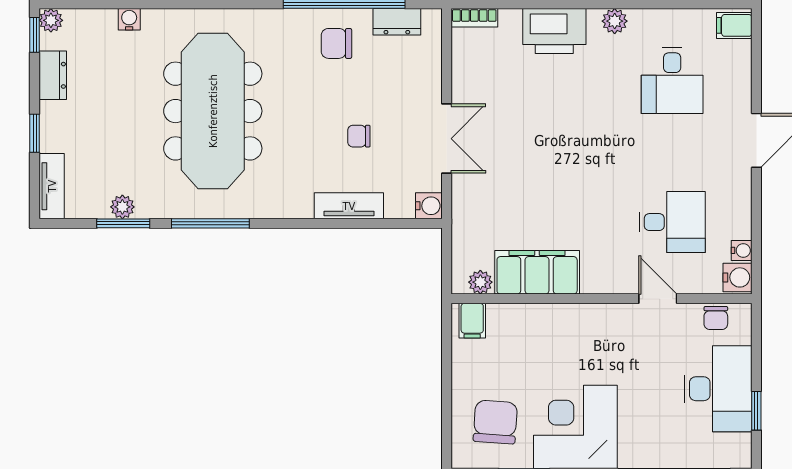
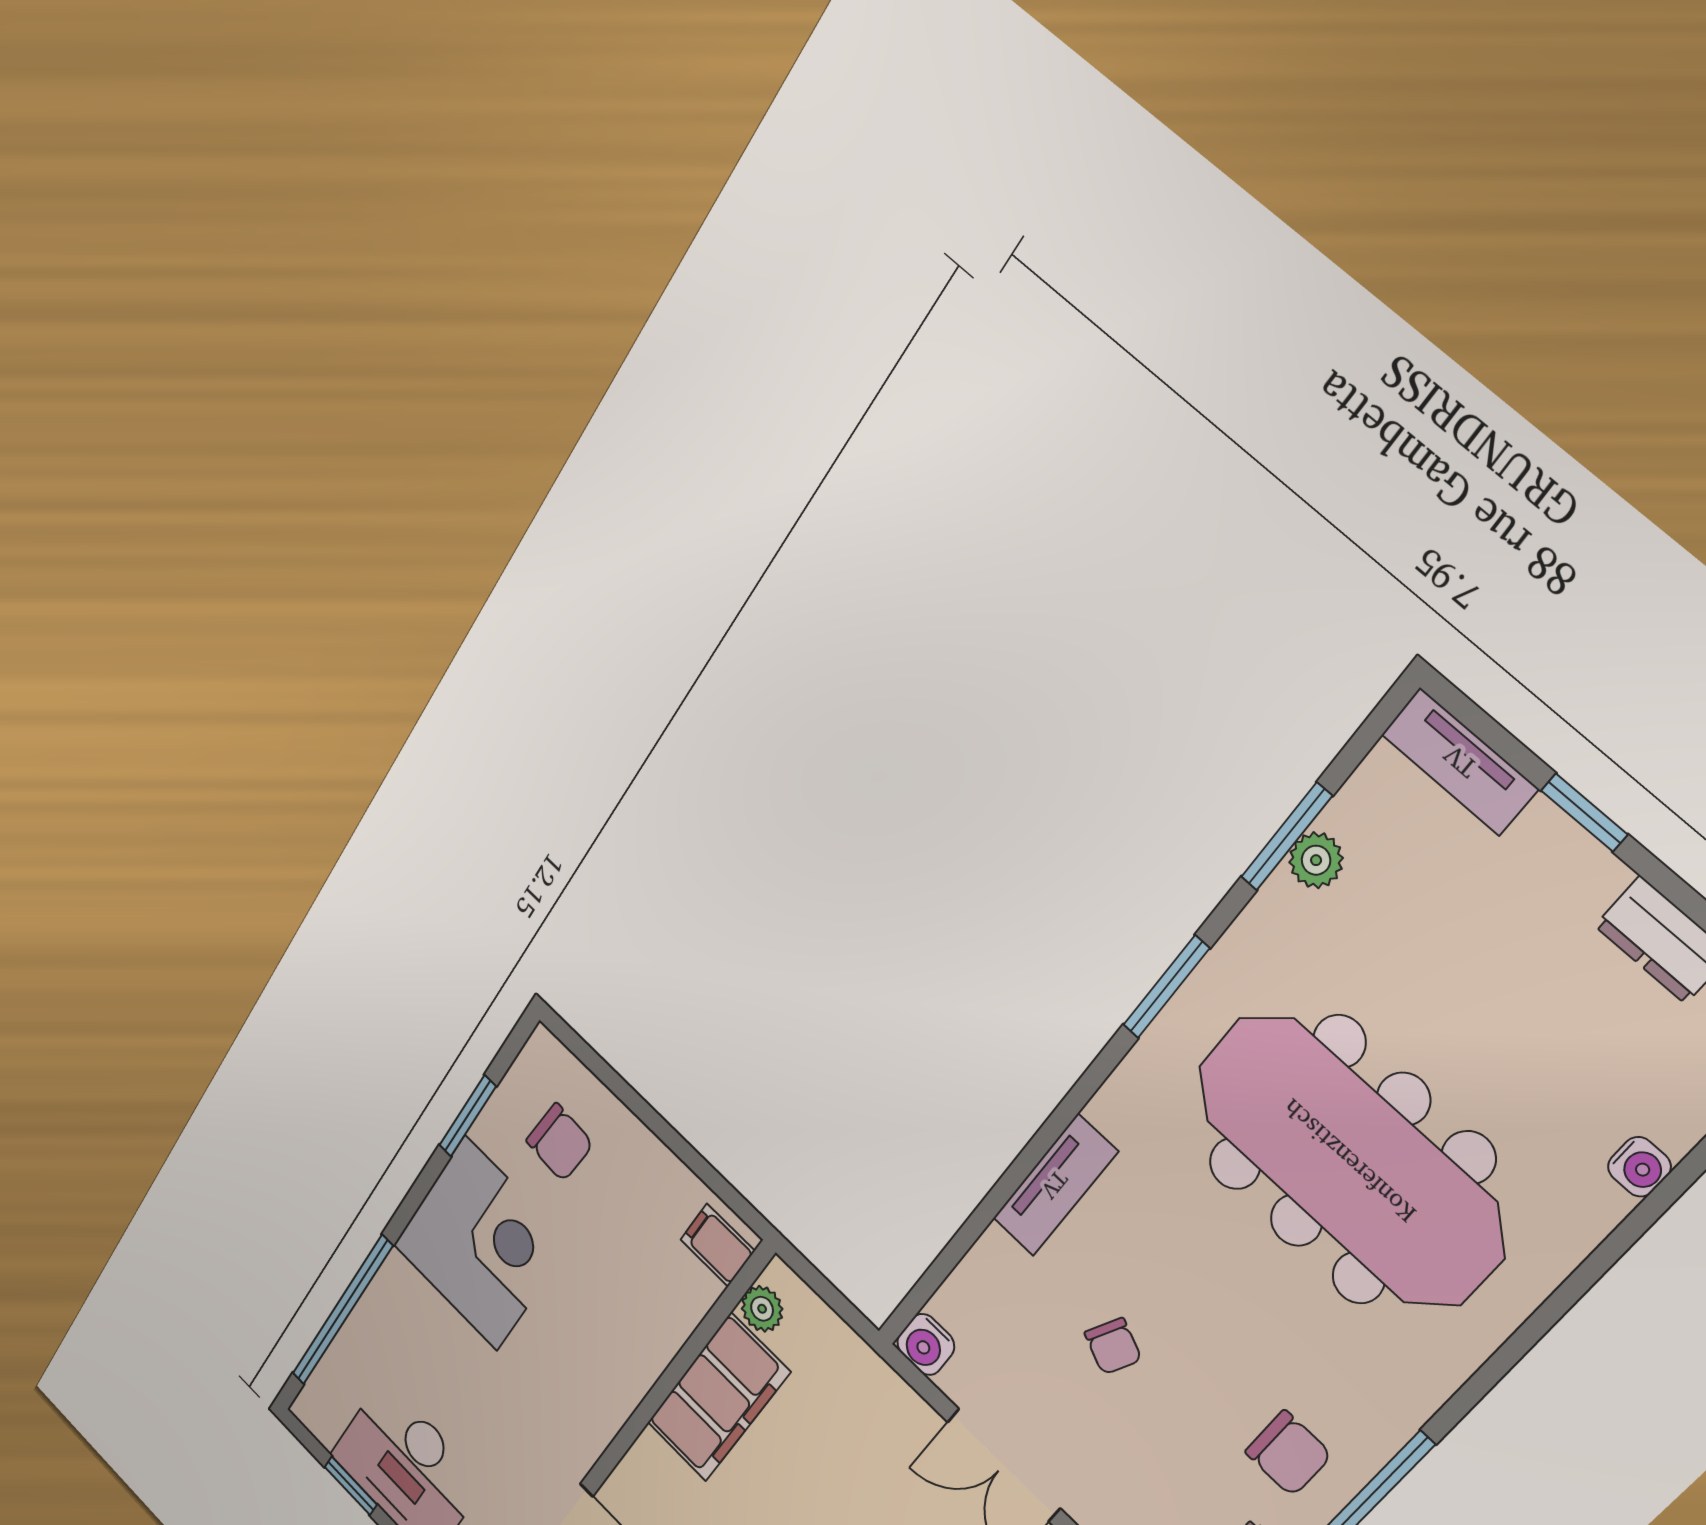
chair: (336, 43) -> (1288, 1453), turned 90
chair: (359, 136) -> (1113, 1346), turned 115
tv unit: (349, 206) -> (1055, 1185), moved
window: (210, 223) -> (1166, 987), width x0.69
chair: (495, 422) -> (560, 1142), width x0.73, depth x0.73

